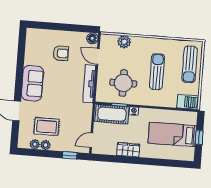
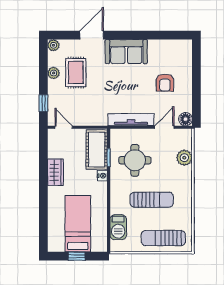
barbecue: (188, 102) -> (118, 227), moved
plant: (35, 144) -> (54, 45), moved

